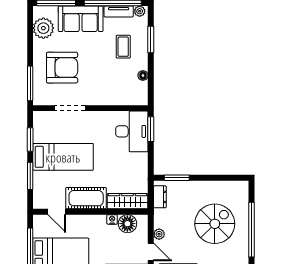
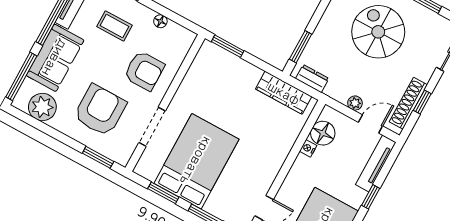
window: (30, 83) -> (98, 157), width x0.69
armchair: (104, 83) -> (144, 71), added
desk: (132, 131) -> (218, 70), removed
bed: (63, 157) -> (196, 161), width x1.50
cot: (86, 198) -> (267, 165), removed
wardrobe: (127, 201) -> (284, 93), moved, turned -90

